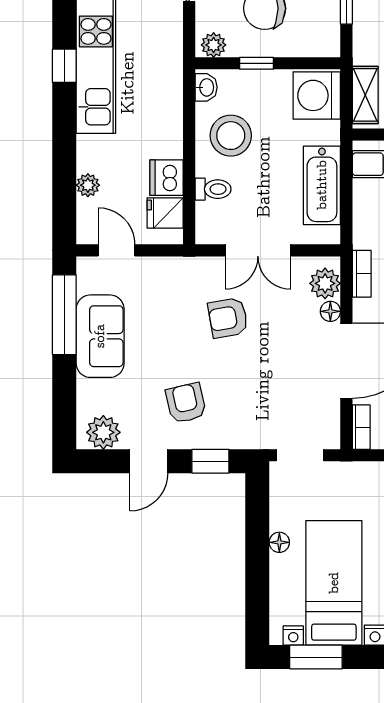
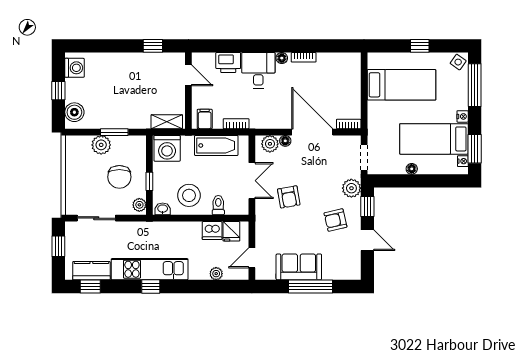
bookcase: (362, 274) -> (236, 124), moved
window: (64, 315) -> (310, 286), moved
plant: (103, 432) -> (351, 188), moved

